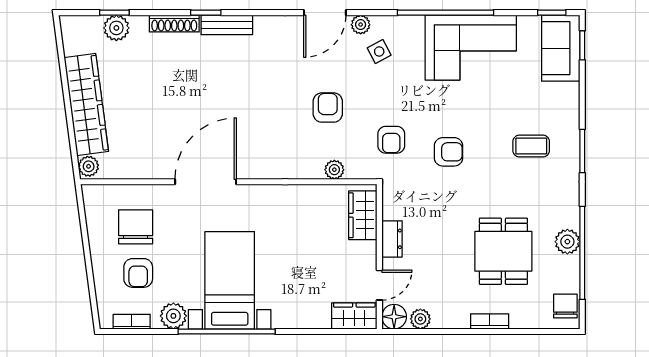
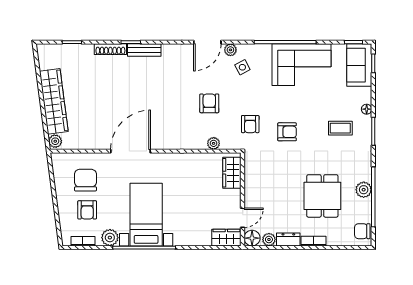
plant: (116, 28) -> (73, 52), removed
floor lamp: (572, 117) -> (367, 109), added
dresser: (392, 239) -> (288, 239), moved, turned -90
chair: (565, 306) -> (362, 231), turned -90

